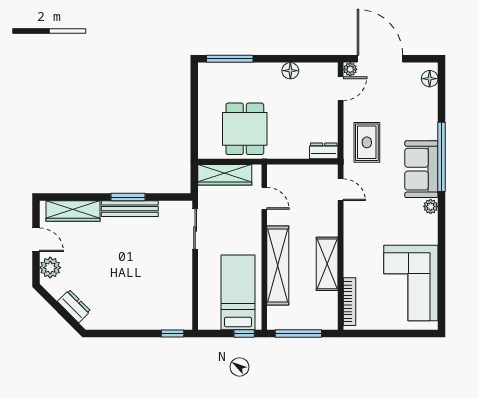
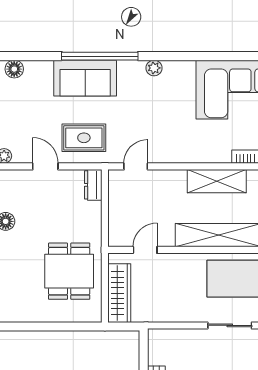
door: (341, 89) -> (45, 166), moved
dining table: (245, 129) -> (69, 271), turned 90
sofa: (421, 169) -> (85, 78), moved
sliding door: (195, 229) -> (230, 325), moved

